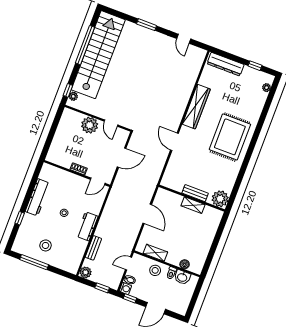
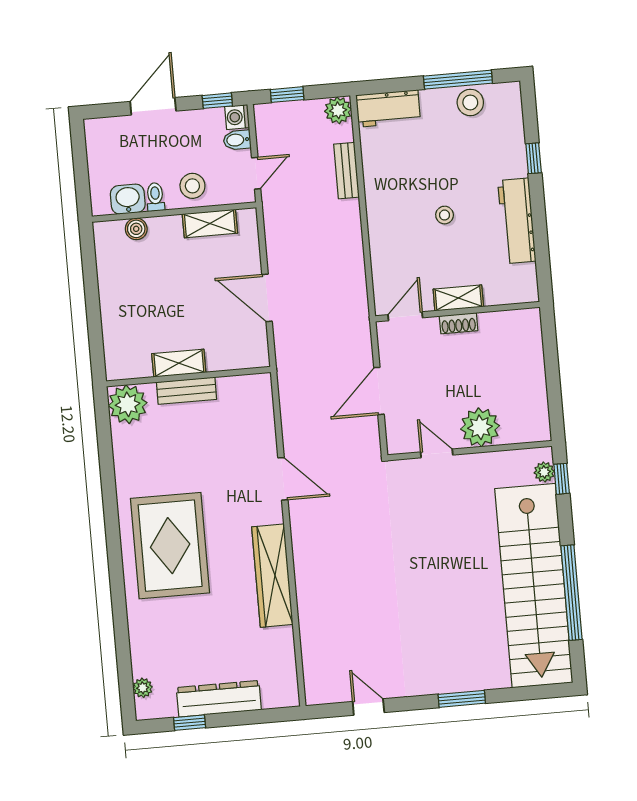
dresser: (226, 64) -> (219, 699), moved
shelving: (74, 179) -> (458, 298), added
workbench: (87, 226) -> (388, 108), moved, turned 90
stool: (46, 245) -> (470, 102), moved

